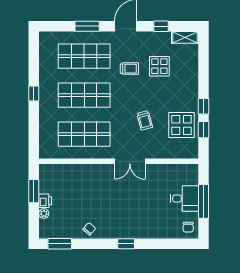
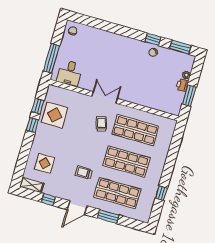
display table: (159, 66) -> (45, 163), moved
window: (34, 93) -> (161, 193), moved
trolley: (145, 120) -> (101, 124), moved
desk: (185, 199) -> (70, 73), moved, turned -90
window: (204, 201) -> (51, 58), moved
window: (126, 244) -> (153, 39), moved

